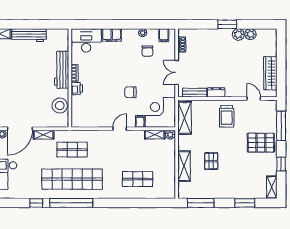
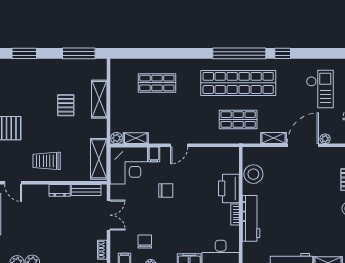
printer: (77, 88) -> (229, 188), width x1.87, depth x1.48
trolley: (227, 116) -> (47, 161), turned -90

